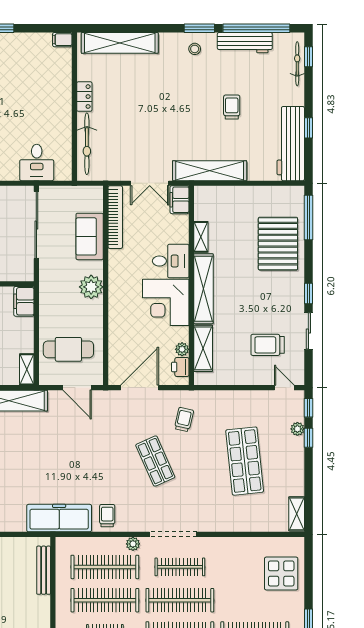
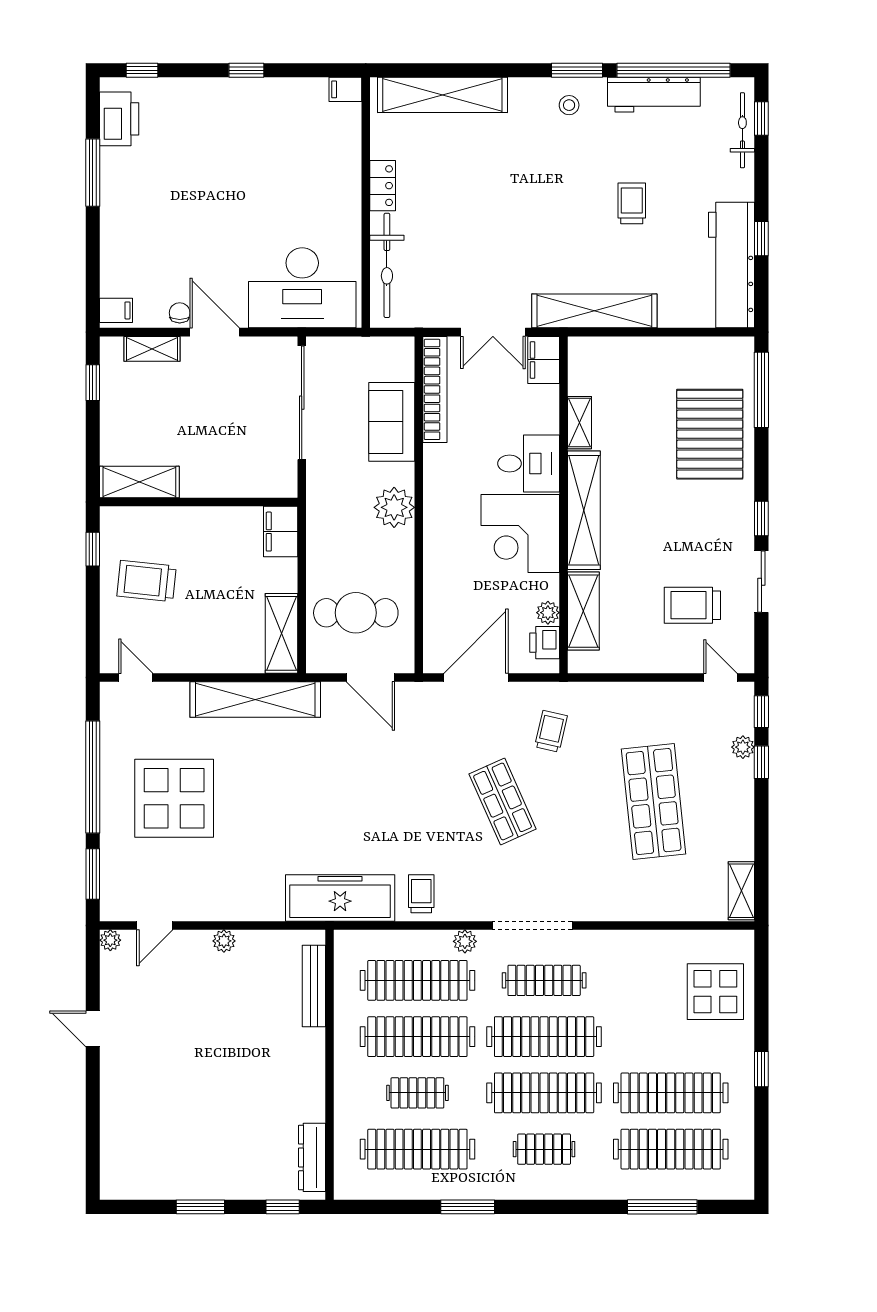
desk: (37, 163) -> (302, 288), width x1.87, depth x1.30
shelving: (27, 369) -> (281, 633), width x1.50, depth x1.33

